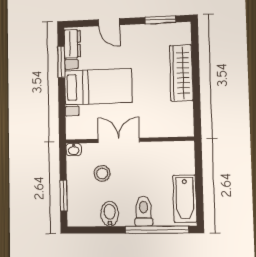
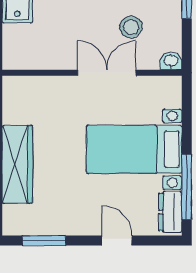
window: (61, 62) -> (187, 187), width x1.44
double door: (119, 140) -> (107, 73), swing flipped

